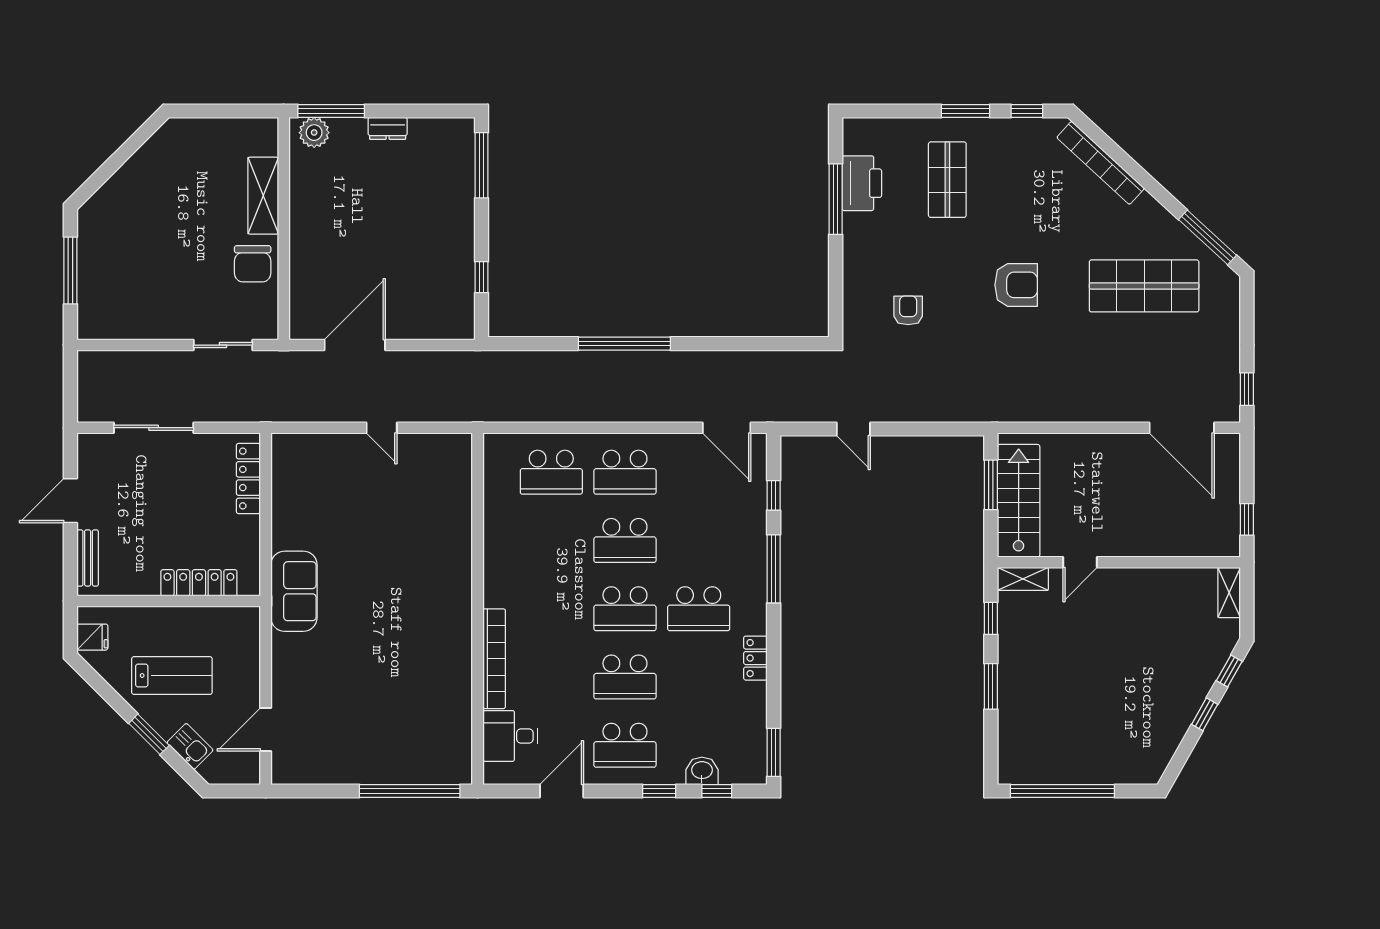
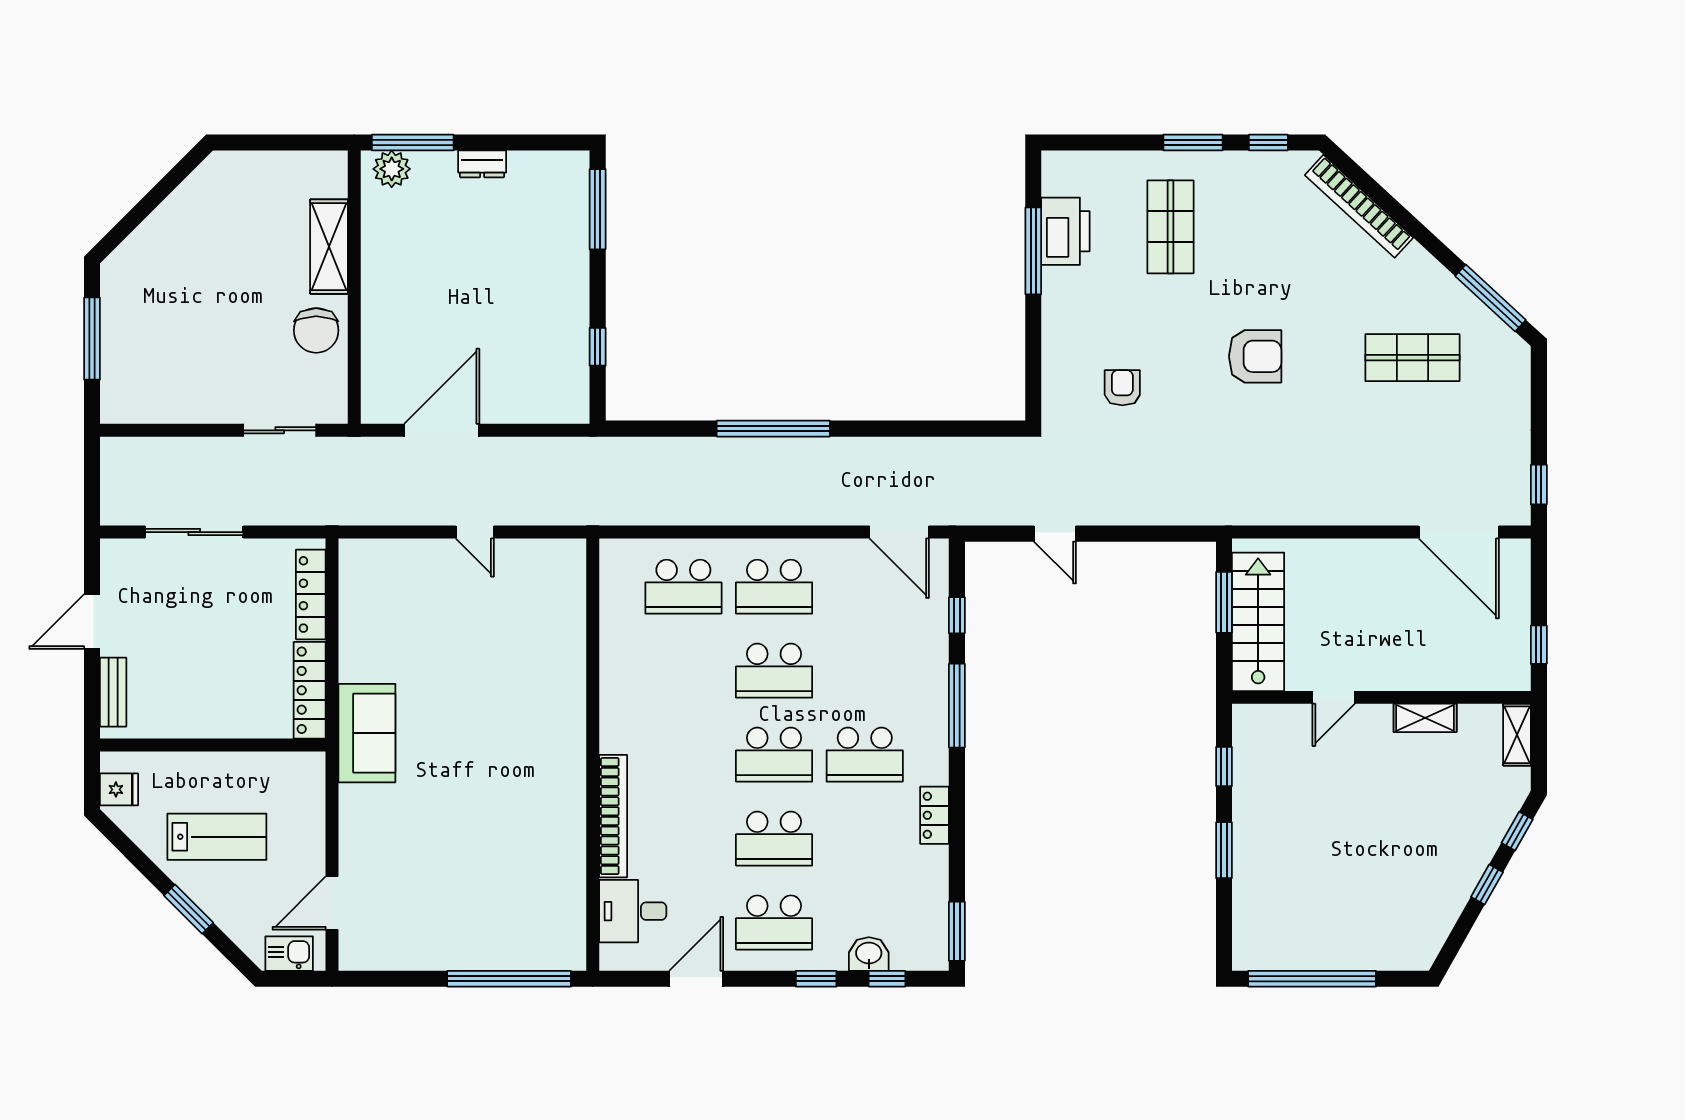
shop shelf: (1144, 286) -> (1412, 358), width x0.70, depth x0.74
shelving: (1023, 579) -> (1425, 718), moved
locker: (199, 583) -> (310, 690), moved, turned -90
kitchen sink: (190, 746) -> (289, 954), moved, turned -45

